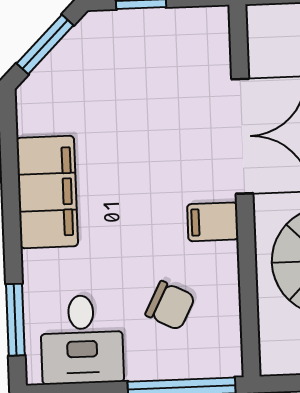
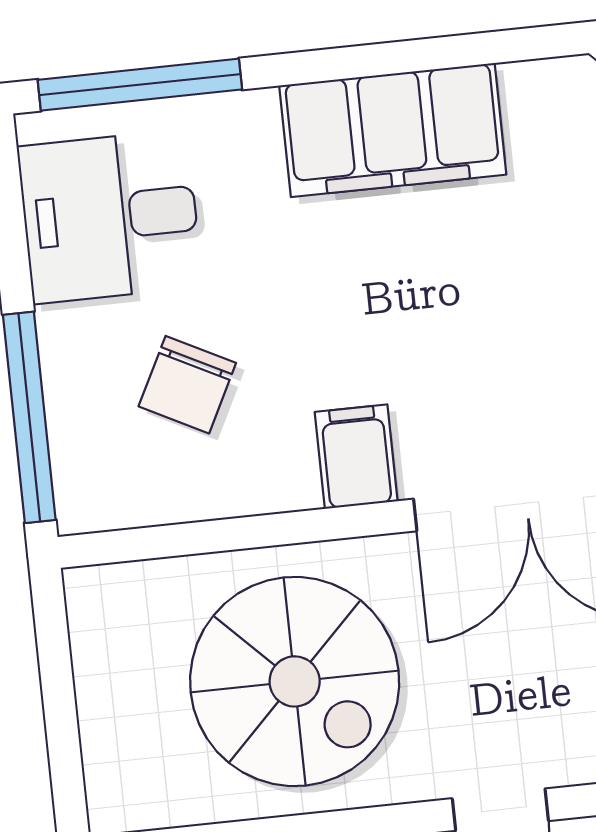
window: (15, 320) -> (140, 85), width x1.44

